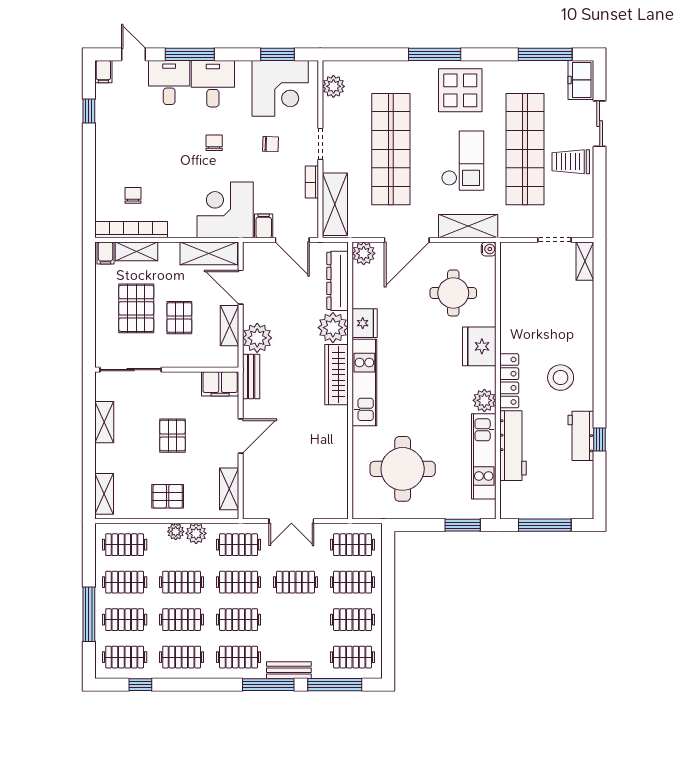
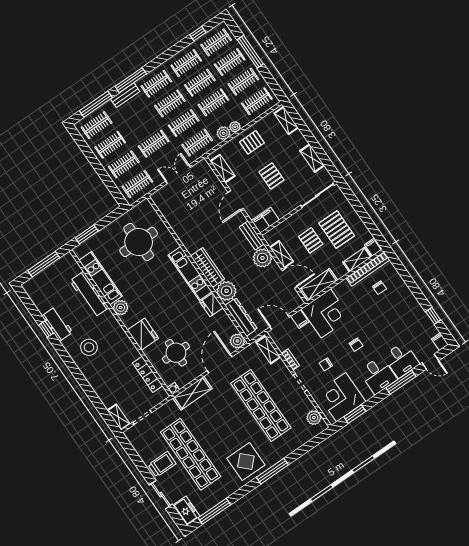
checkout: (463, 161) -> (219, 426), removed
shelving: (335, 204) -> (268, 350), width x0.67, depth x0.75
locker: (509, 381) -> (148, 374), moved

